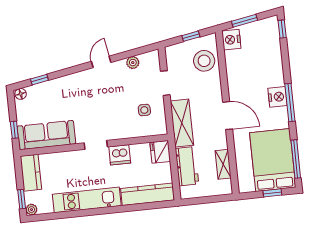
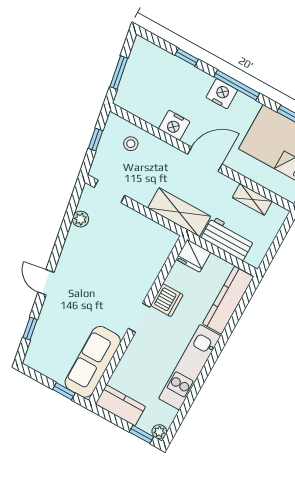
window: (282, 29) -> (187, 57), moved
nightstand: (231, 40) -> (174, 125), moved
stool: (204, 61) -> (131, 144), width x0.53, depth x0.53
door: (101, 62) -> (46, 282), moved
doorway: (165, 83) -> (110, 191), moved
floor lamp: (21, 94) -> (31, 359), removed
side table: (144, 110) -> (138, 242), removed

